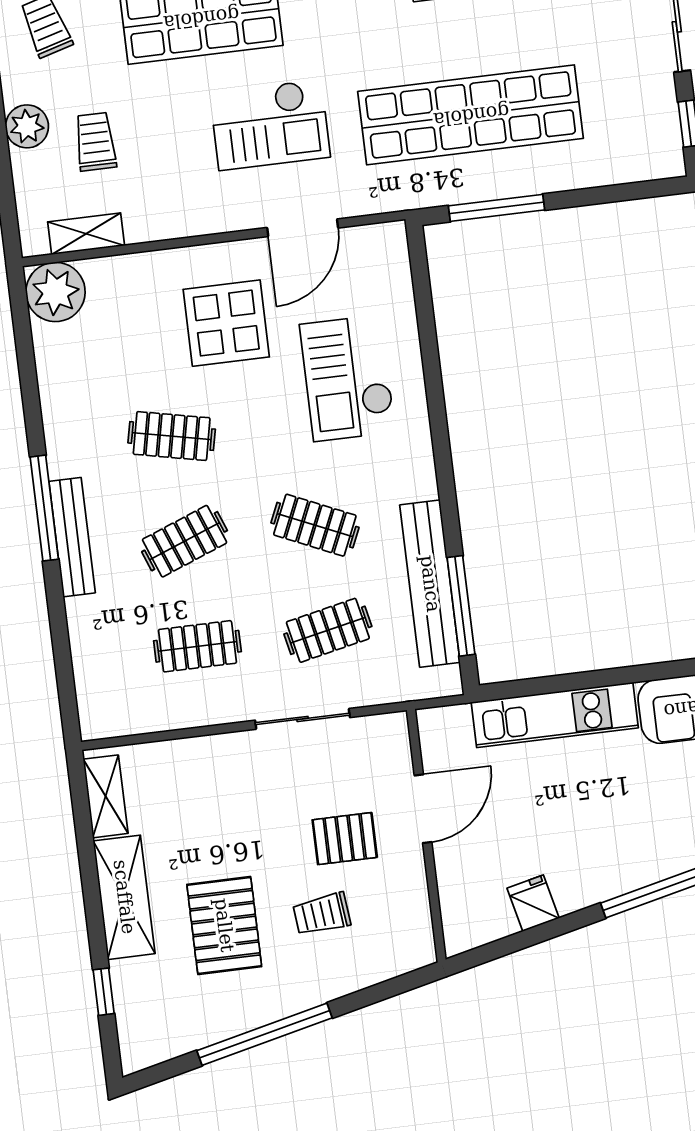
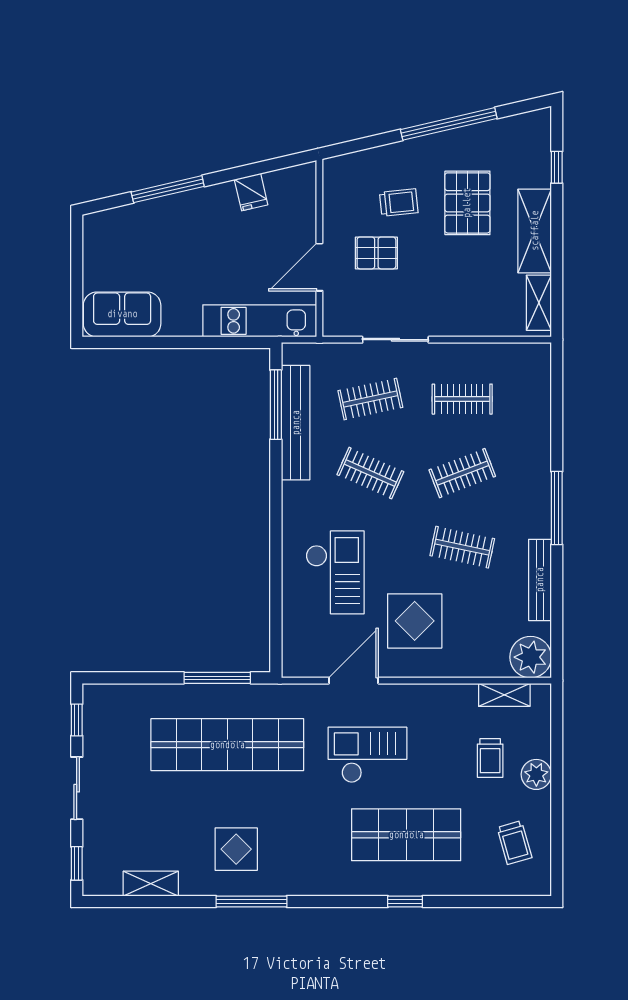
bench: (72, 537) -> (540, 580), moved
kitchen unit: (555, 715) -> (260, 321), moved

